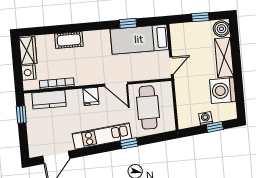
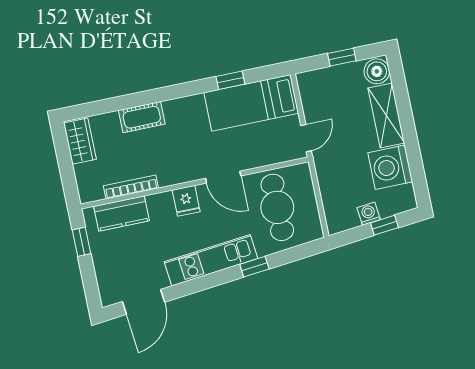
nightstand: (29, 73) -> (85, 175), removed

